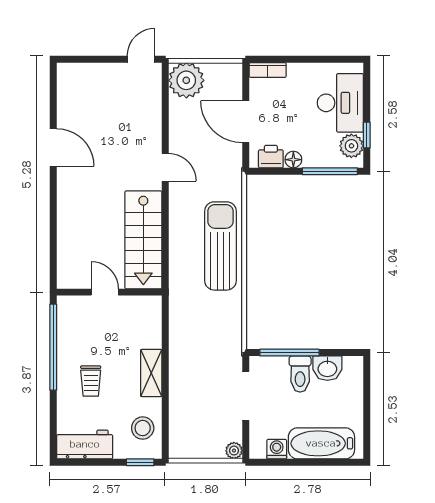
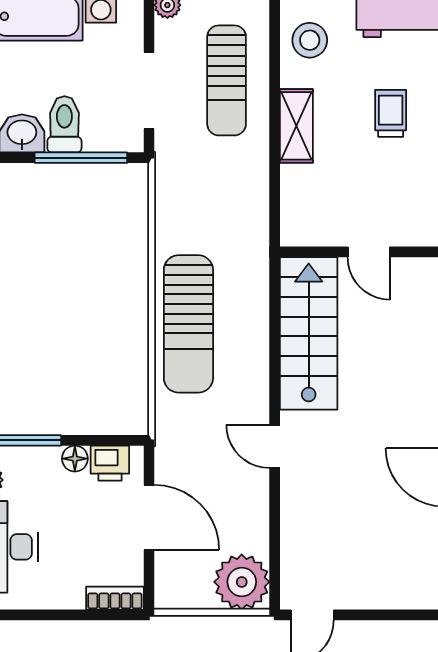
sun lounger: (196, 402) -> (227, 80), added

